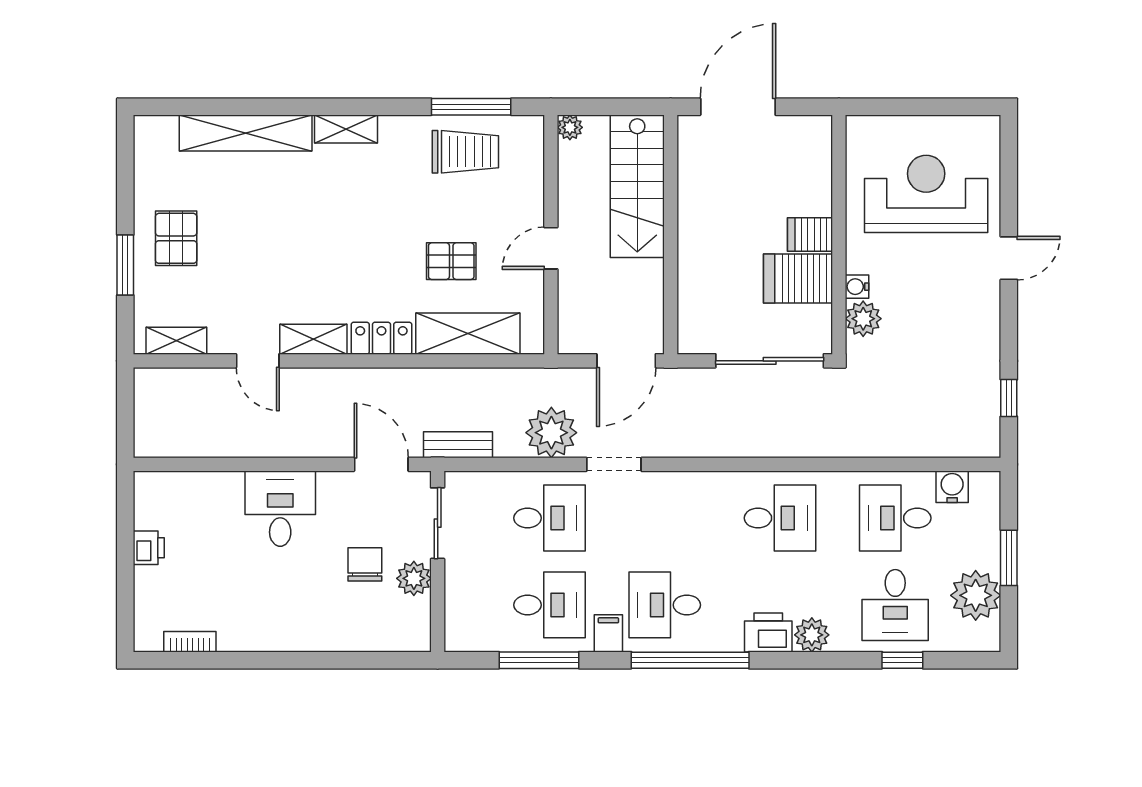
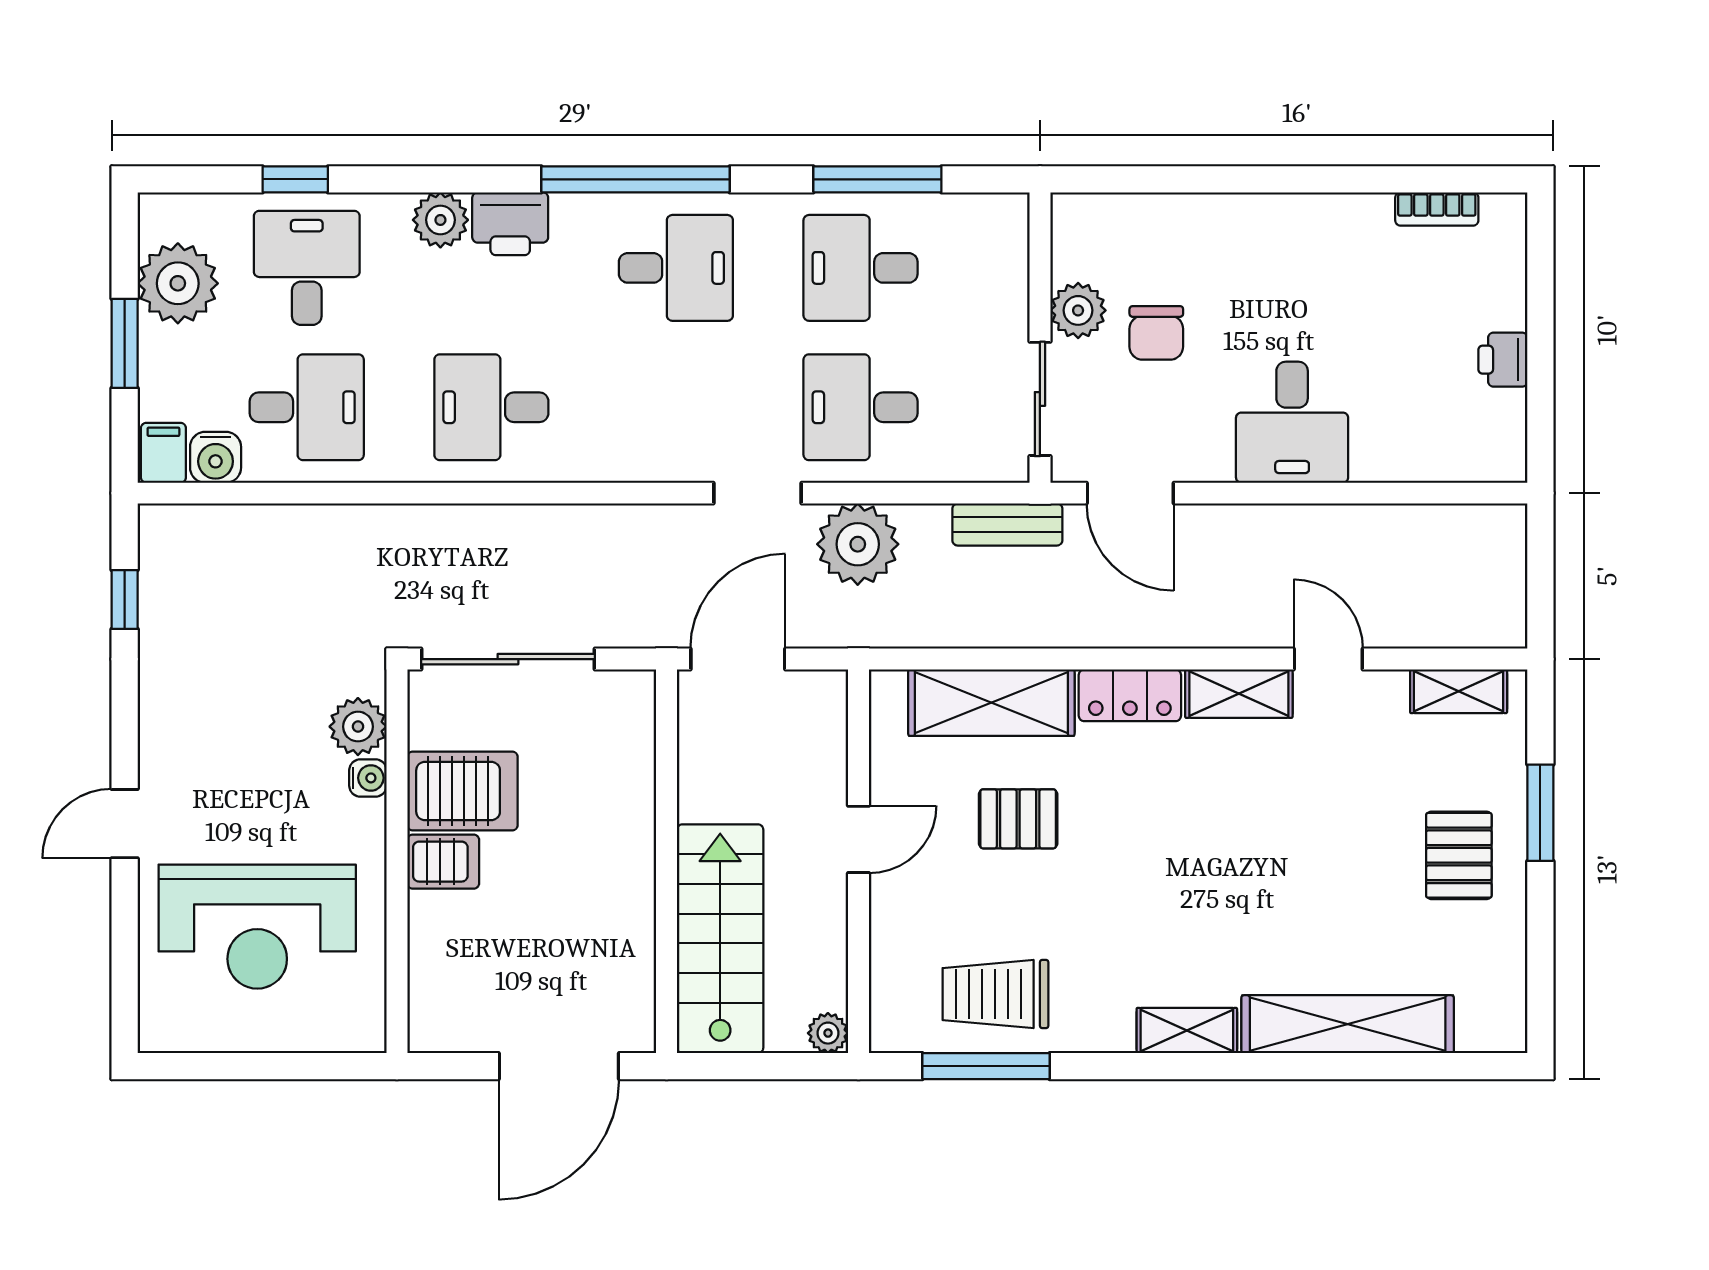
filing cabinet: (608, 633) -> (163, 453), moved, turned 180

